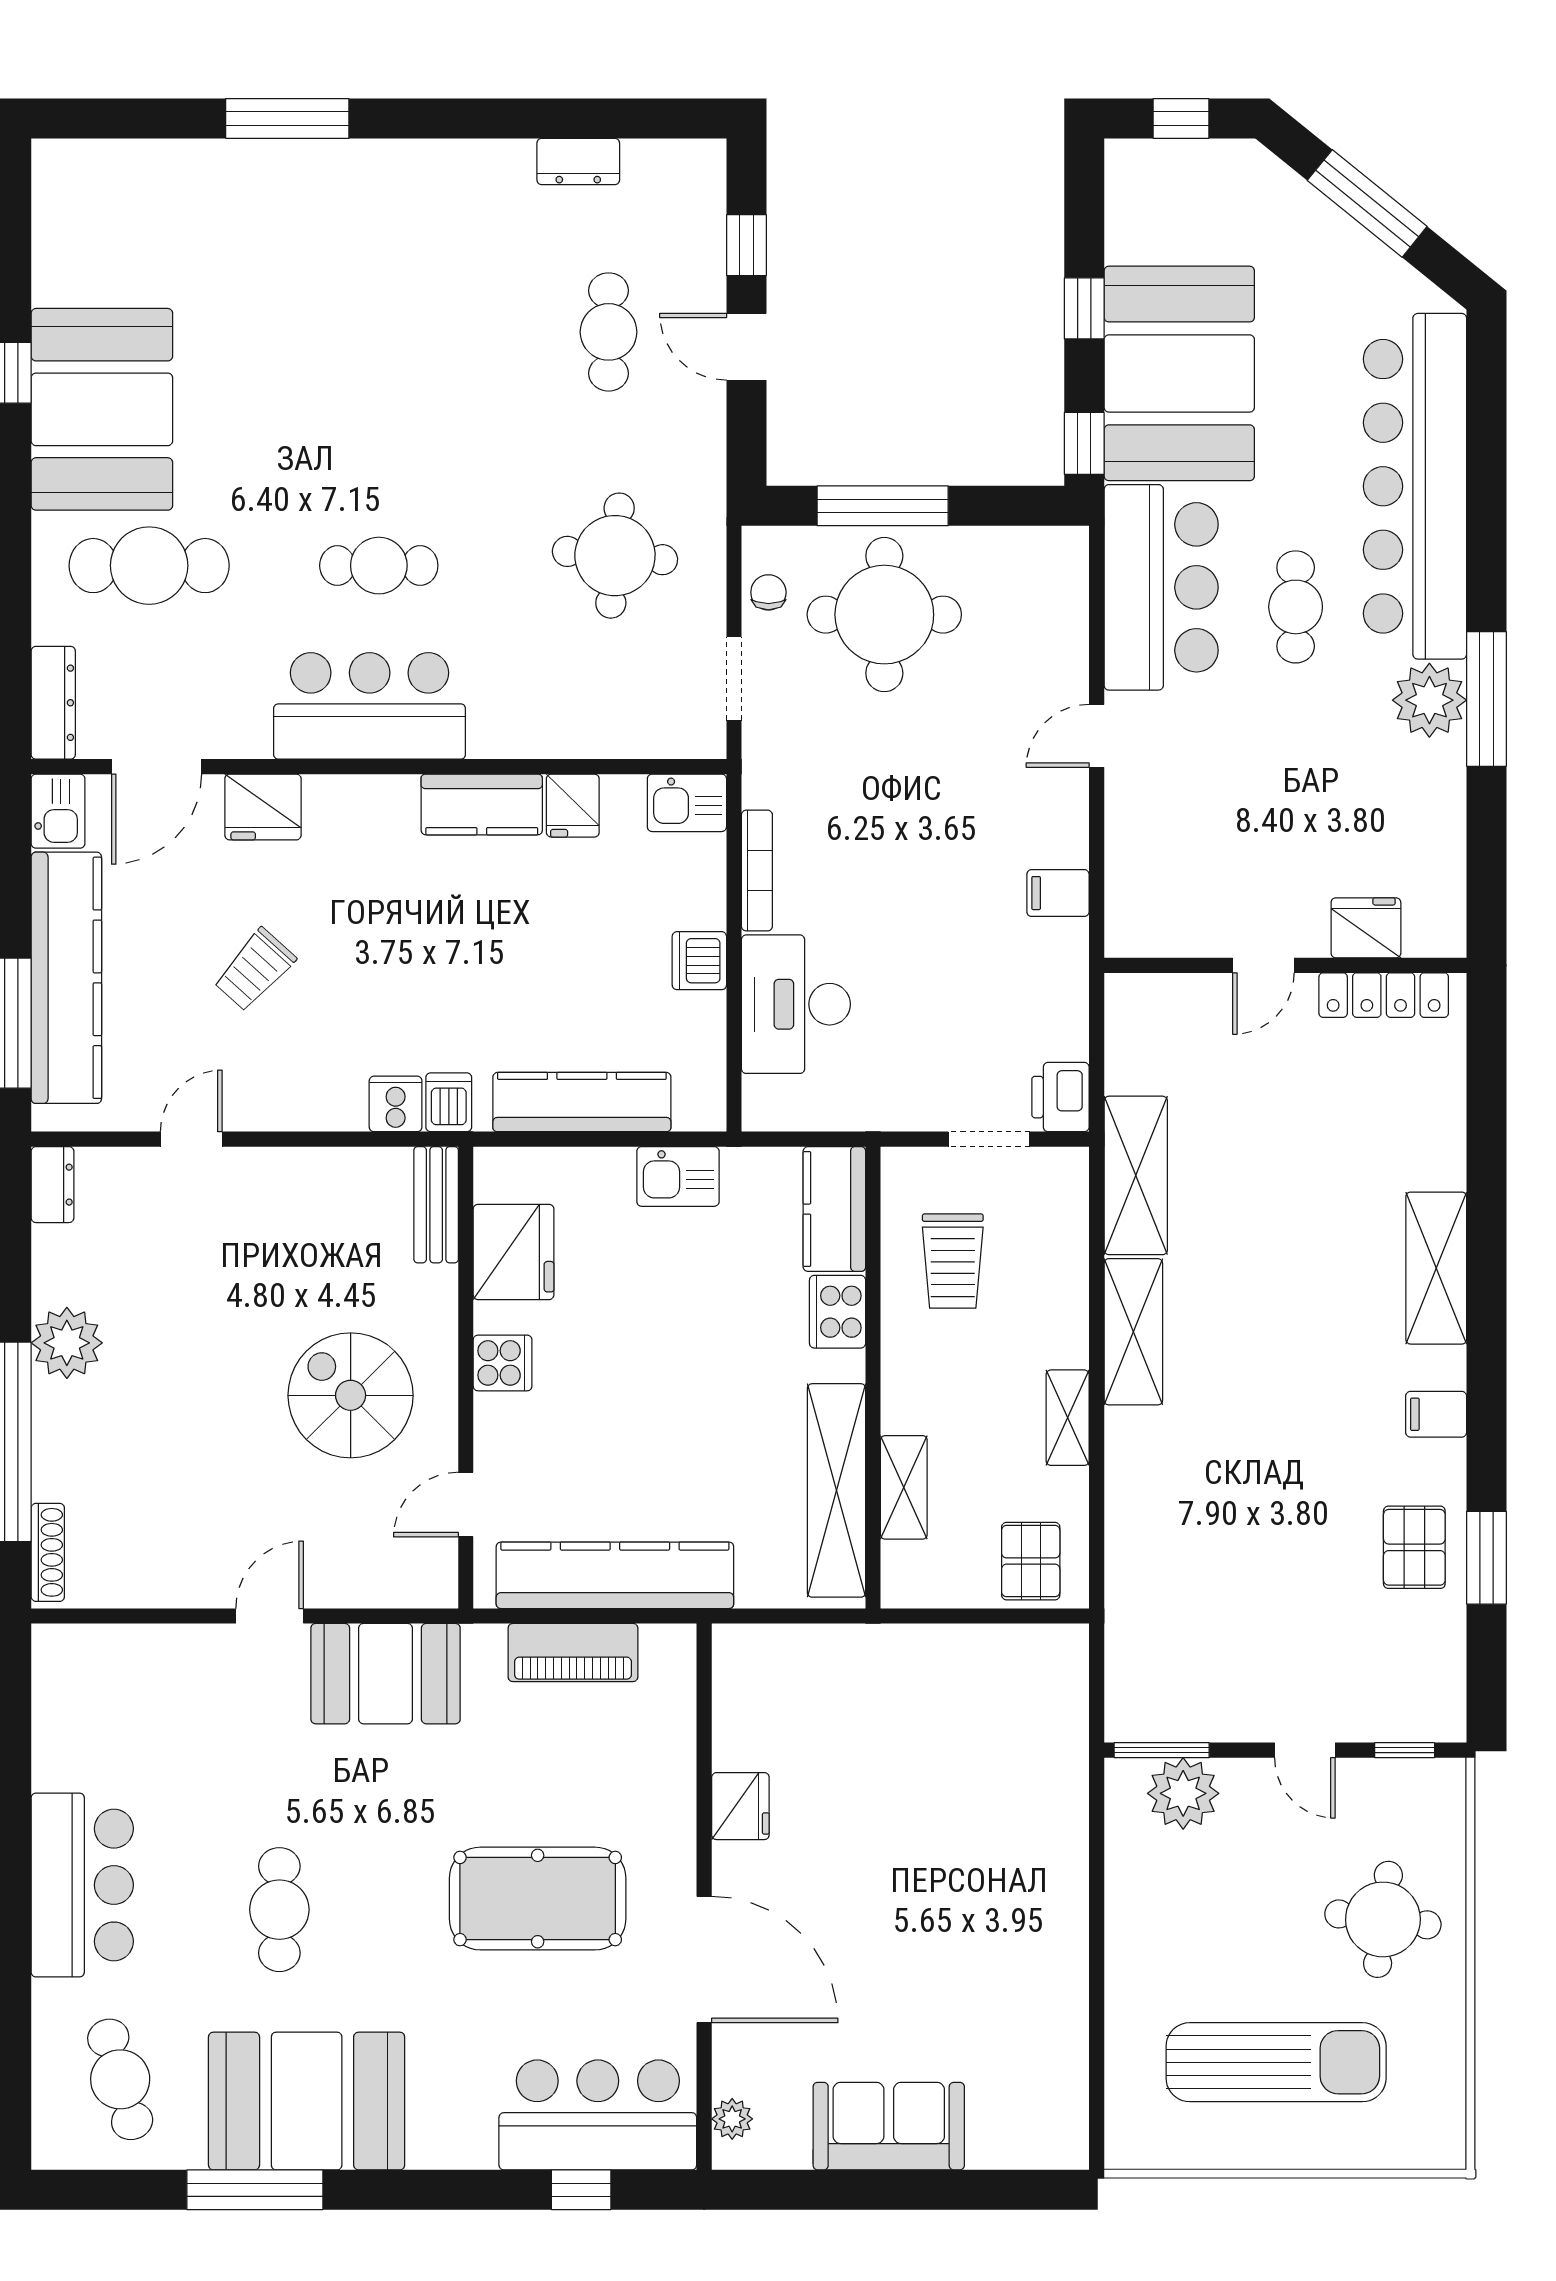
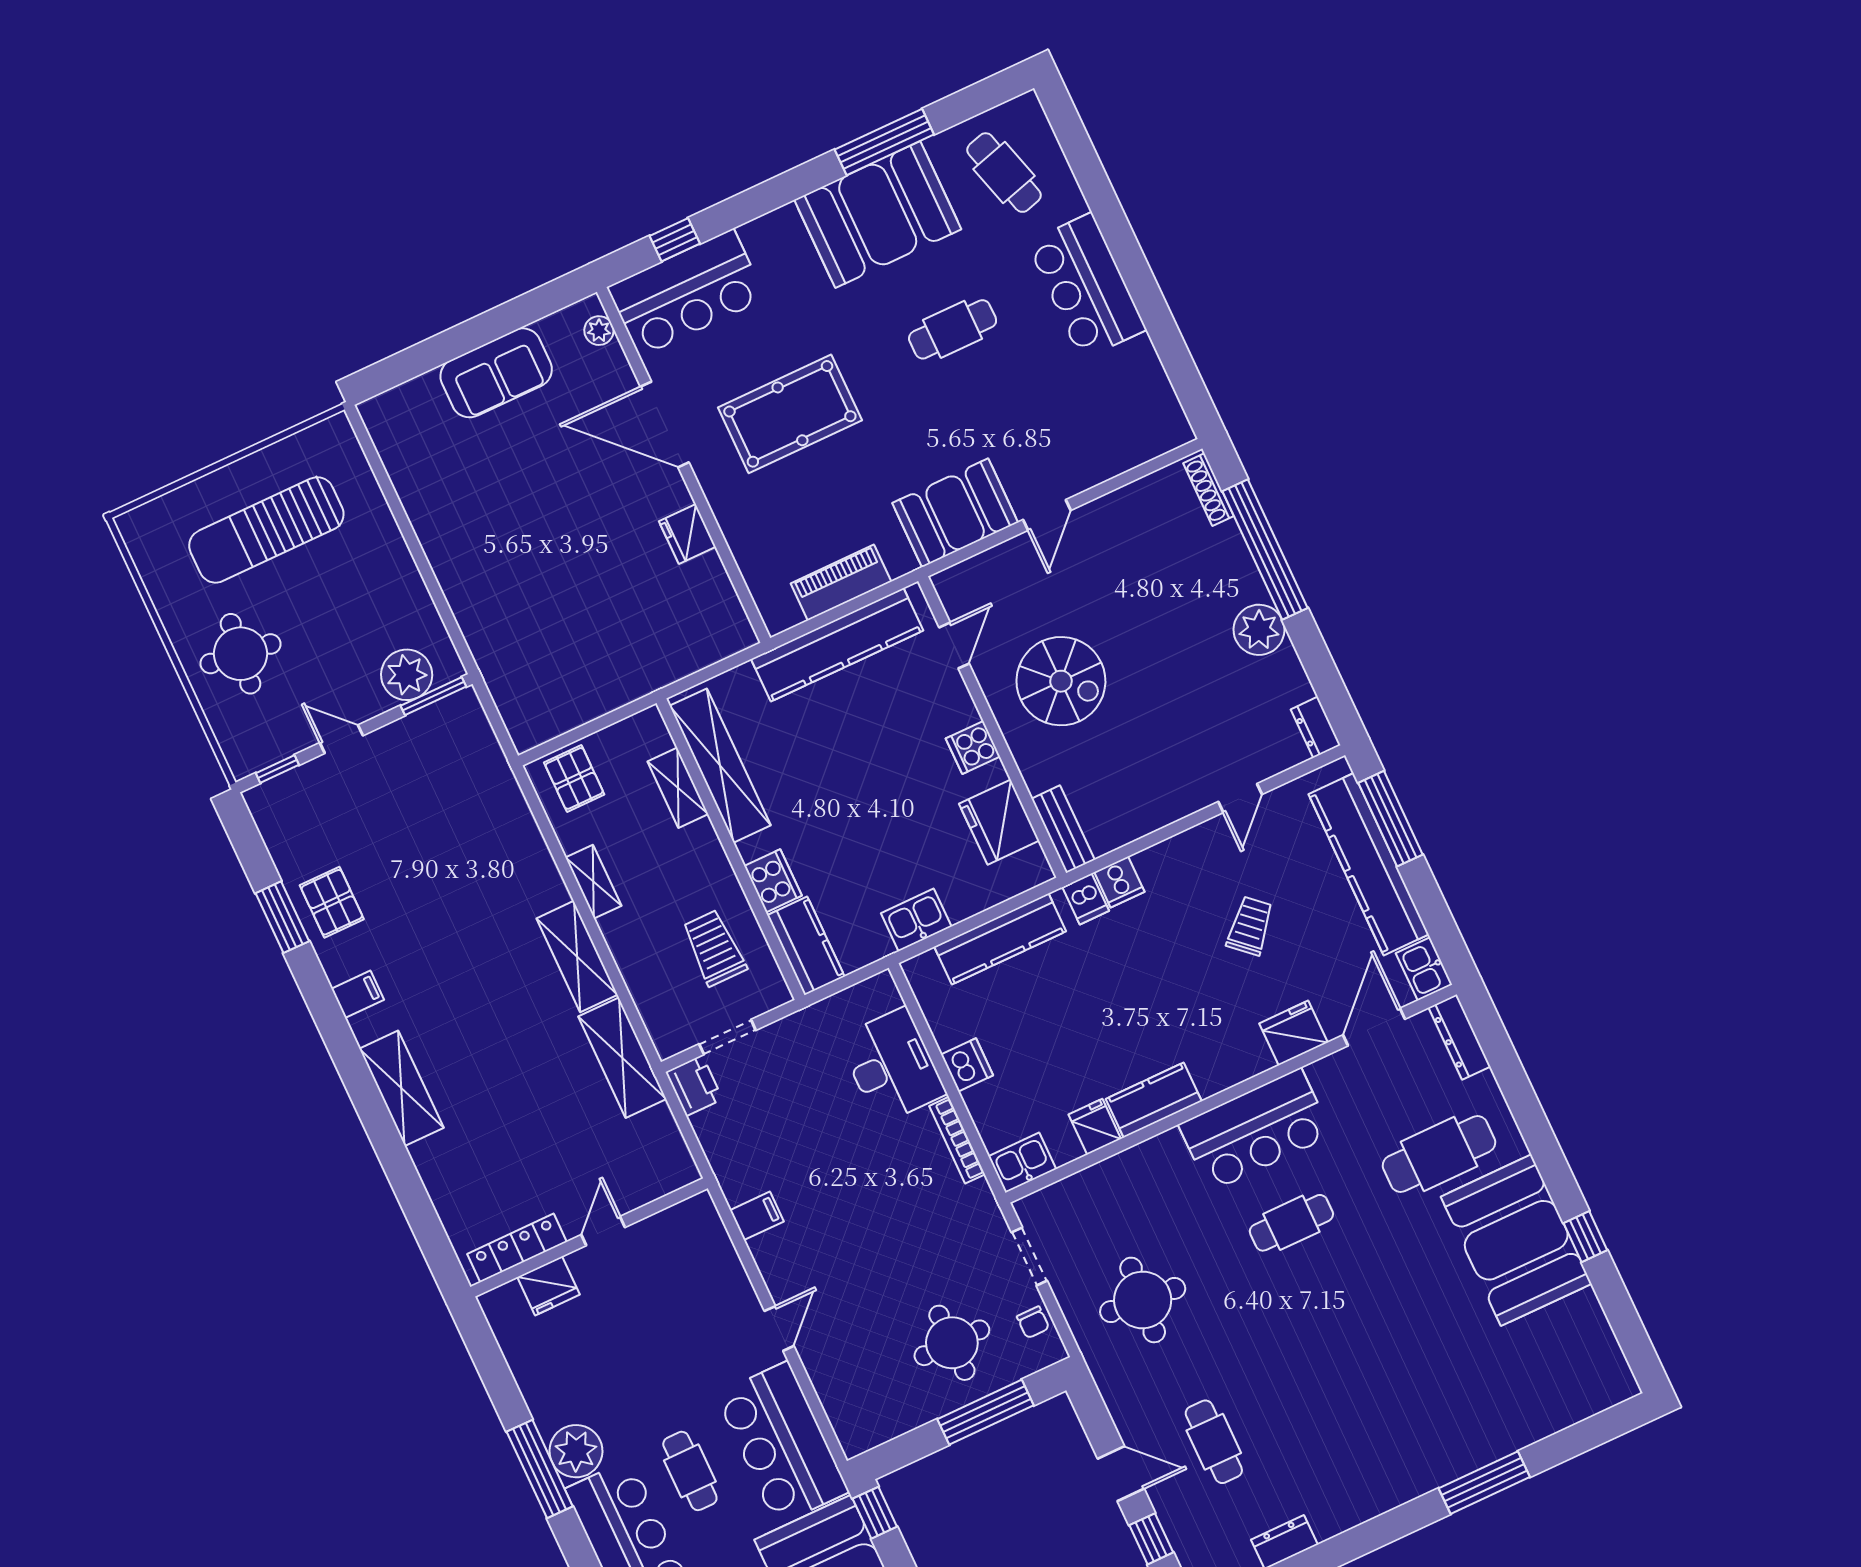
round table: (884, 615) -> (952, 1343), width x0.73, depth x0.73
cafe table: (279, 1910) -> (953, 329), turned 90

